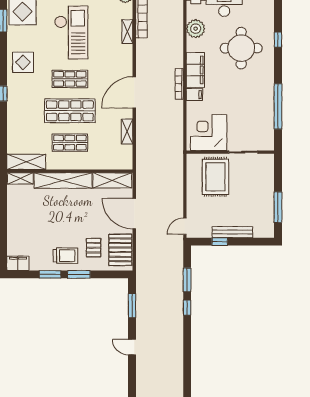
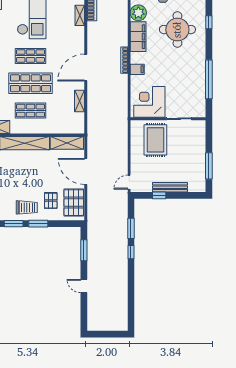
filing cabinet: (195, 70) -> (138, 37), moved

